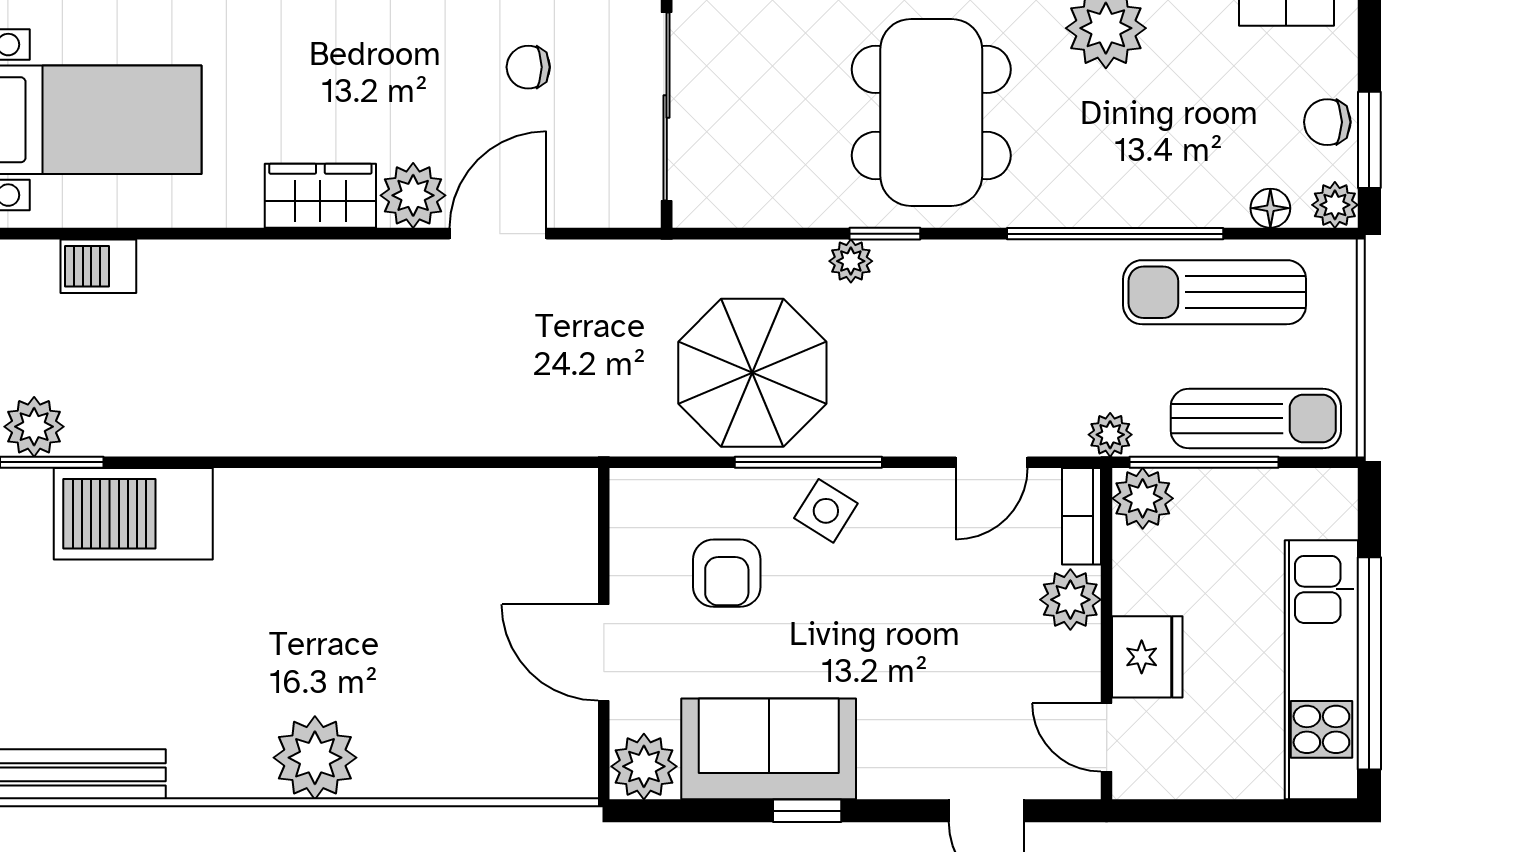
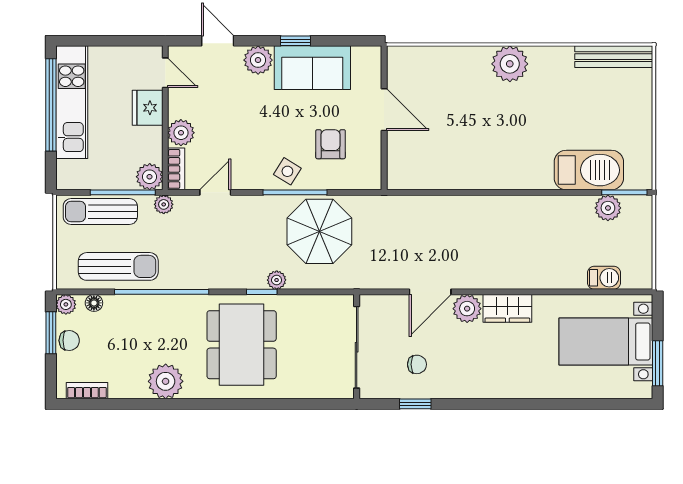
plant: (34, 427) -> (608, 208), moved
plant: (644, 766) -> (258, 60), moved

